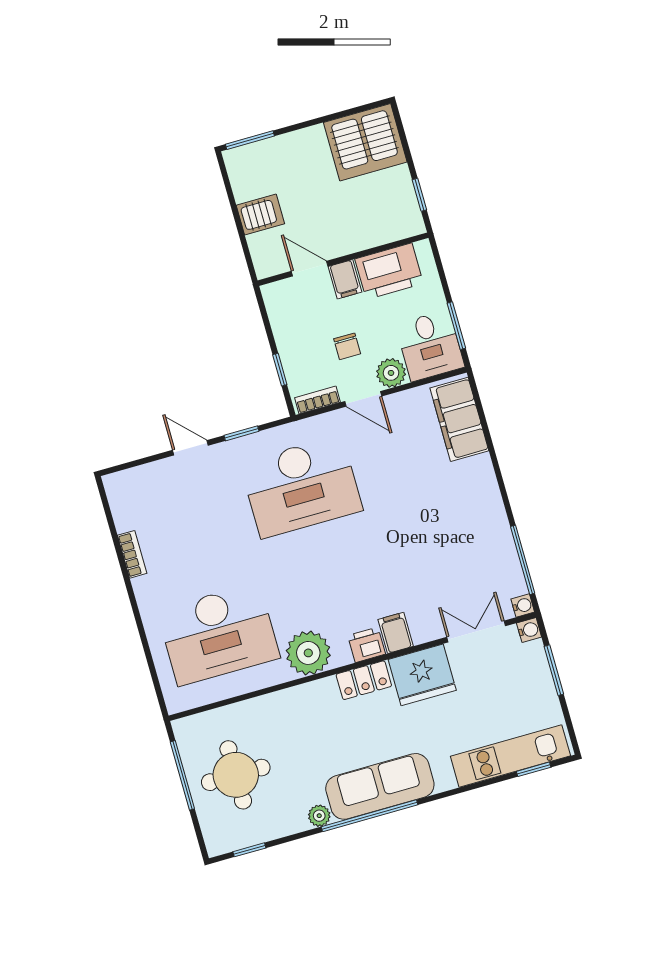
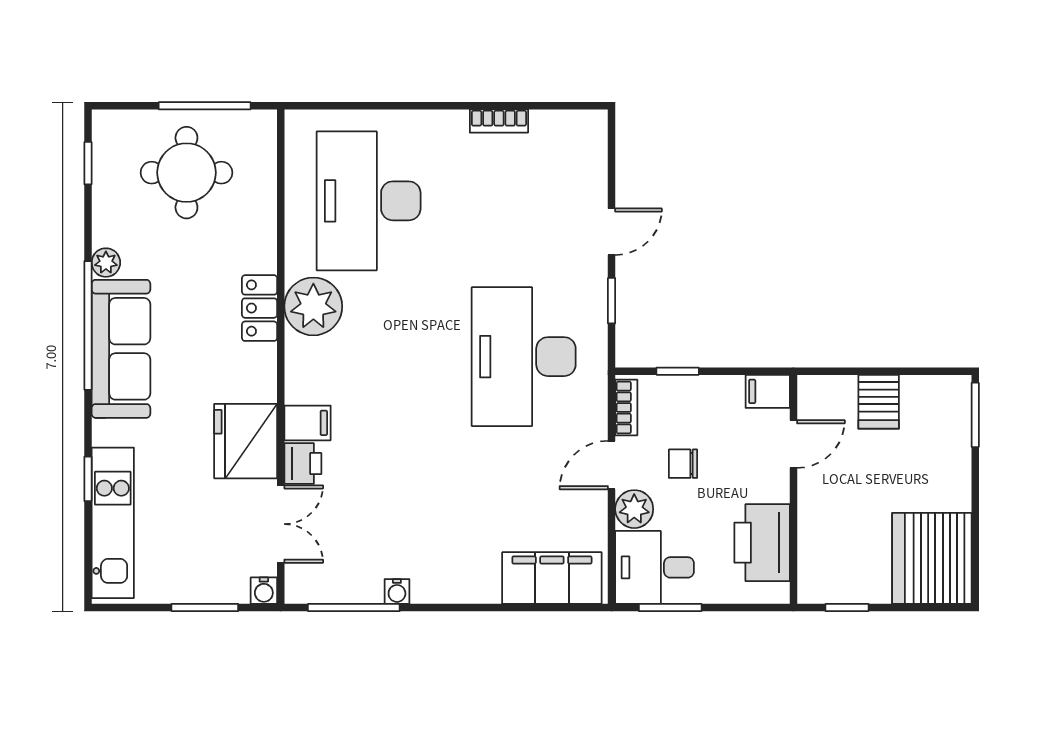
filing cabinet: (345, 279) -> (768, 391), moved
water cooler: (523, 605) -> (397, 591), moved
printer: (367, 645) -> (303, 464), moved
locker: (364, 680) -> (260, 308), moved
window: (534, 769) -> (88, 479), moved

